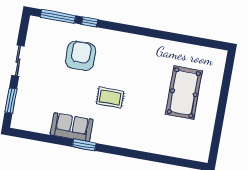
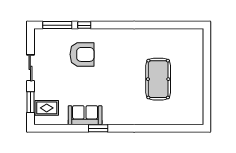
armchair: (81, 56) -> (82, 54), turned 90
pool table: (184, 93) -> (158, 79), moved
rug: (110, 97) -> (47, 108), moved

